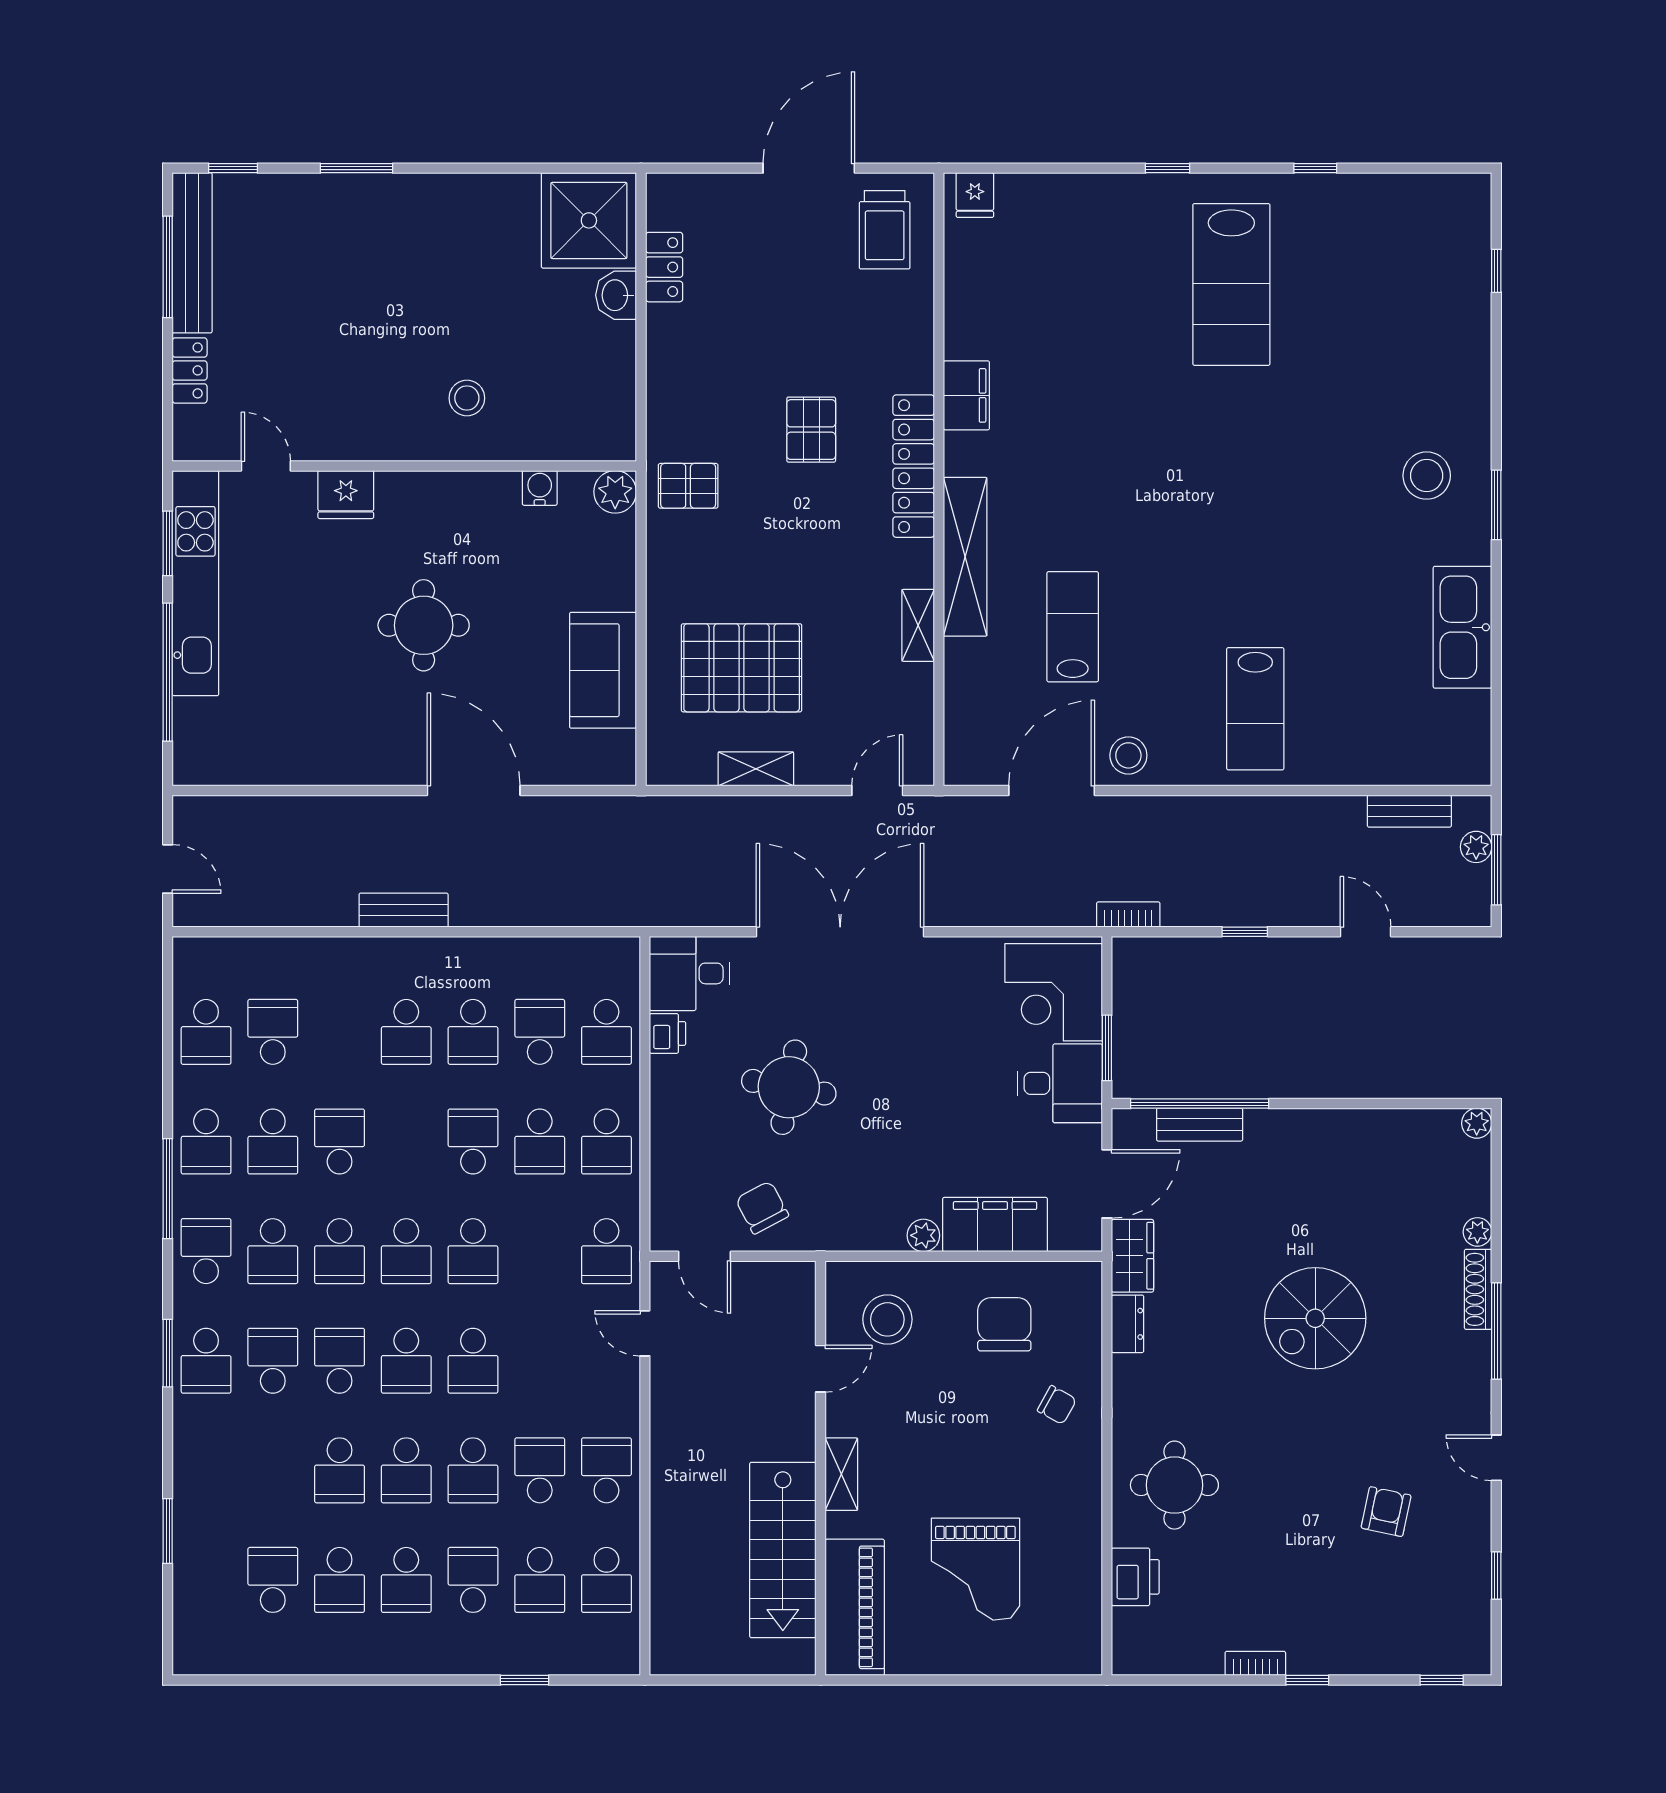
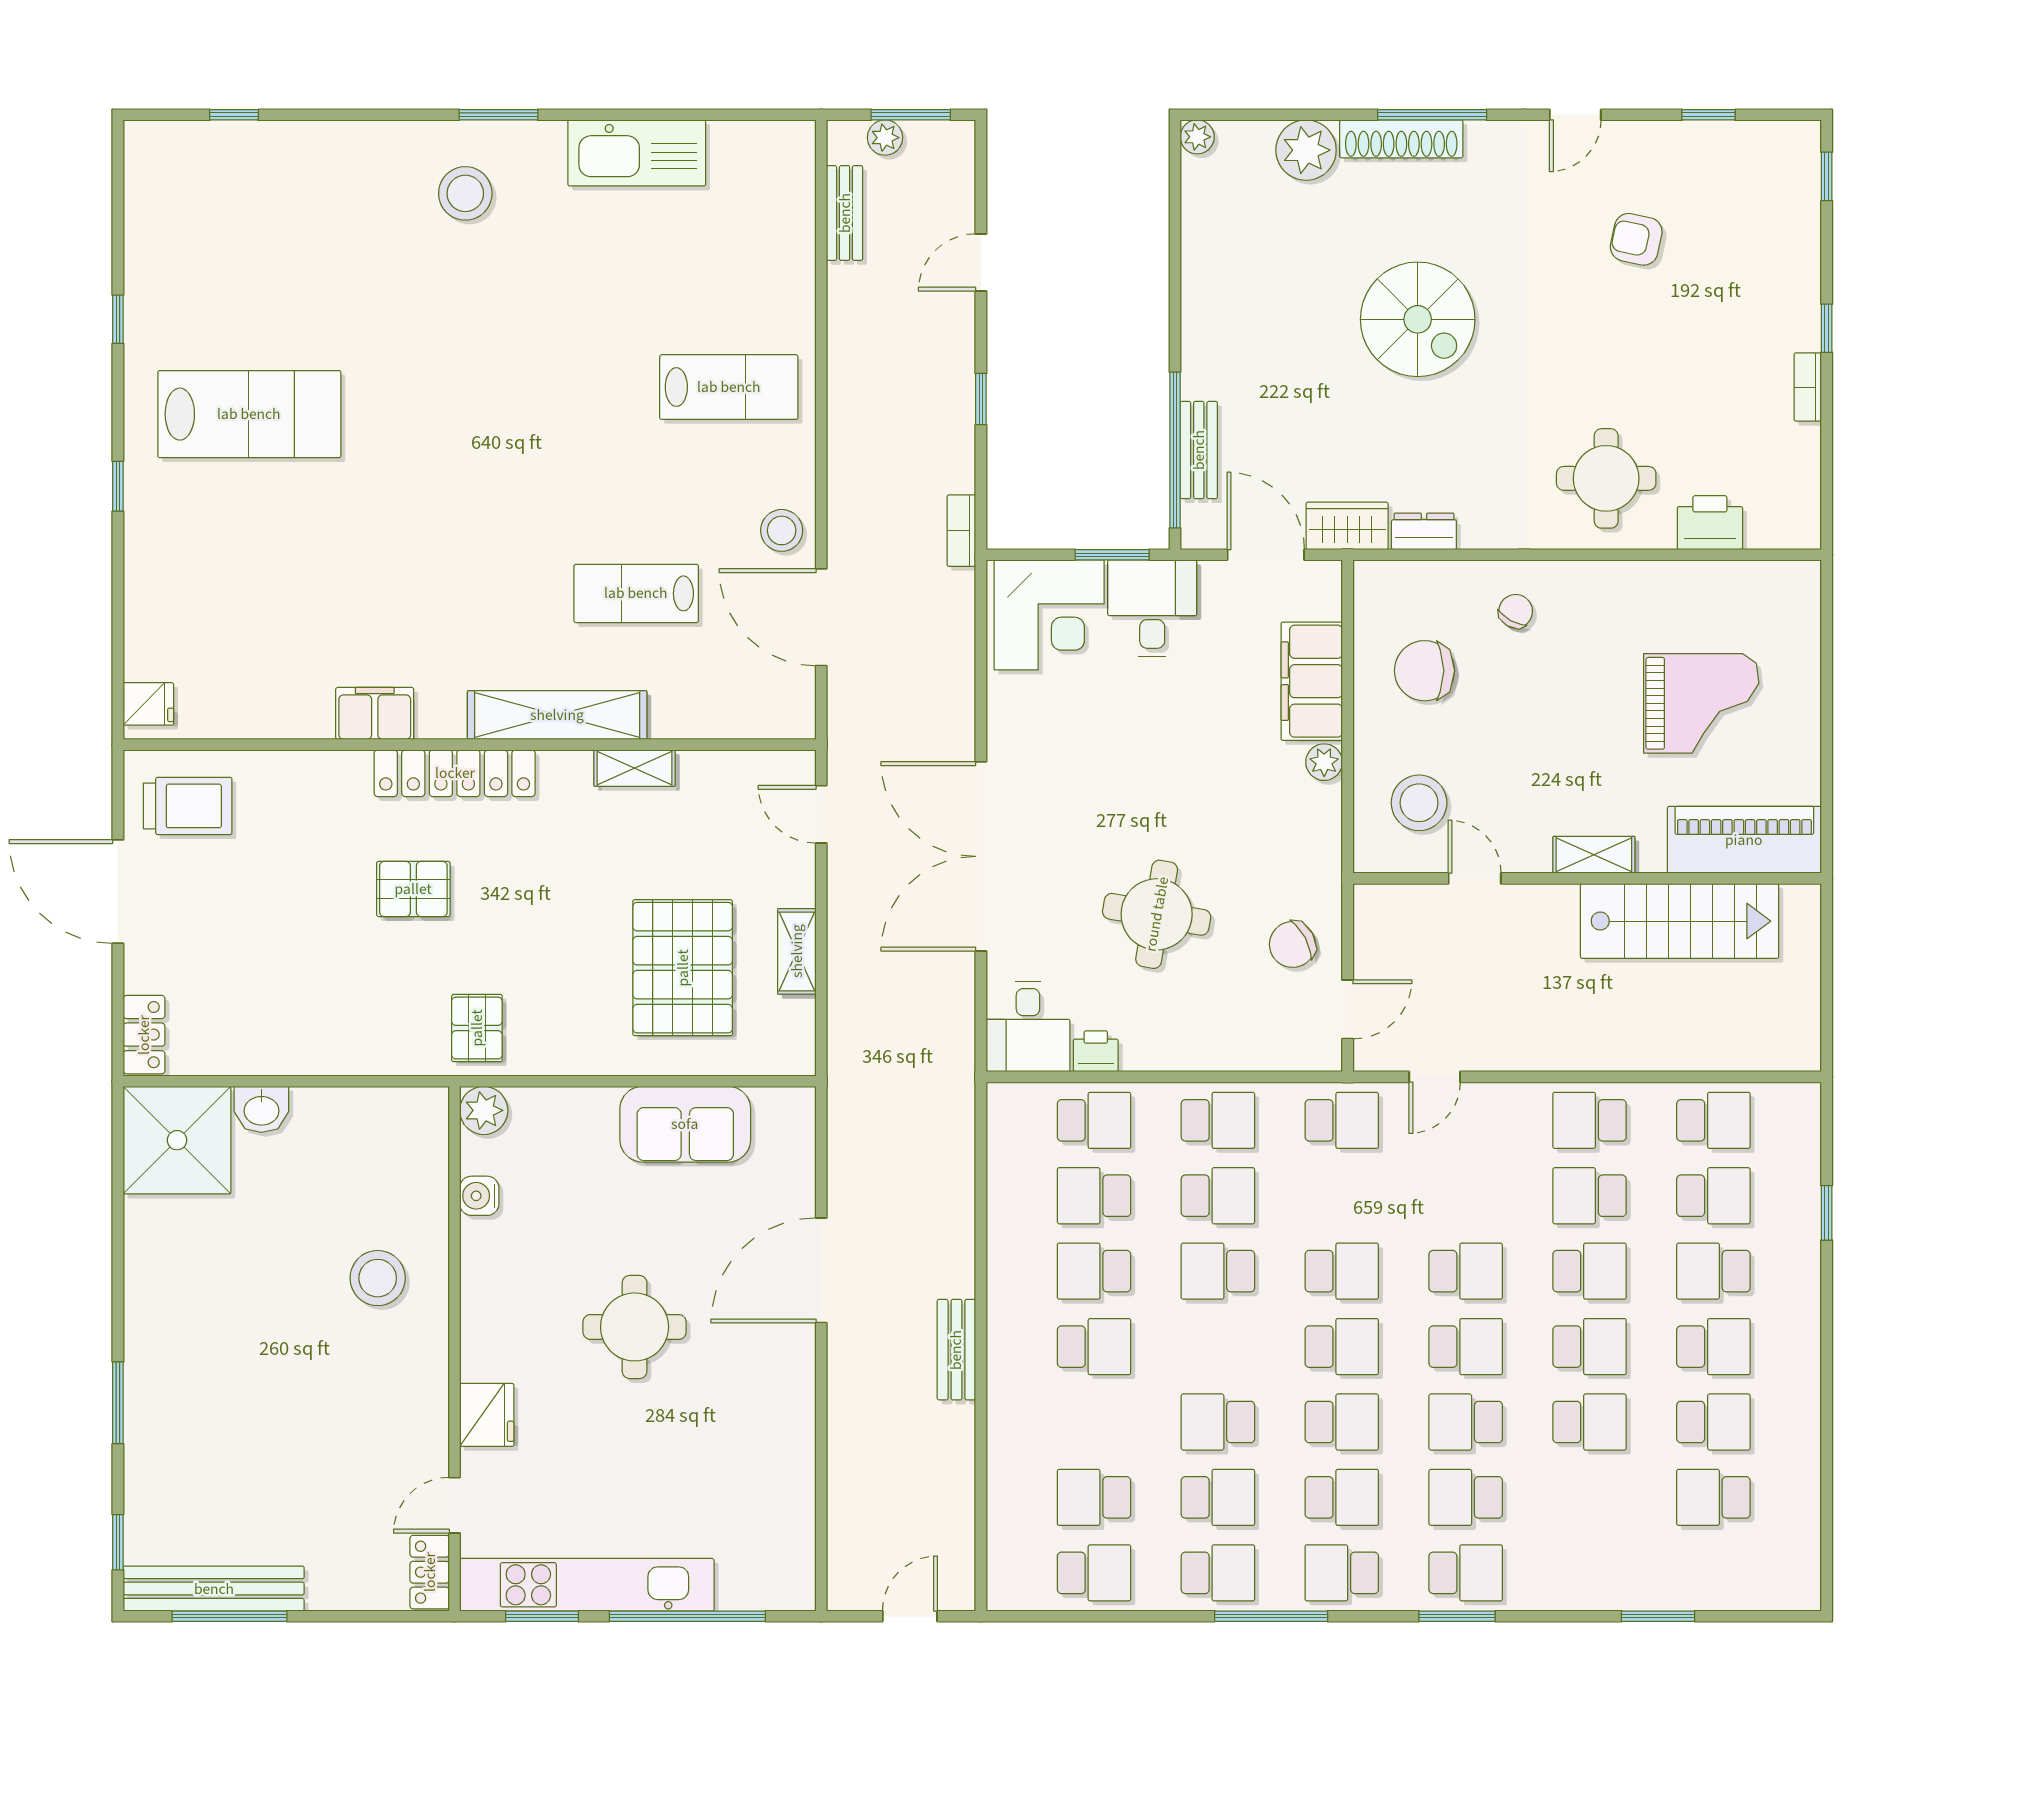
locker: (664, 267) -> (144, 1035), moved, turned 90
locker: (190, 370) -> (430, 1572), moved, turned -90
stool: (467, 398) -> (378, 1278), width x1.38, depth x1.38
school desk: (473, 1032) -> (1094, 1271), turned 180
plant: (1477, 1232) -> (1306, 150), width x1.88, depth x1.88
shoe rack: (1478, 1289) -> (1401, 139), width x1.36, depth x1.24

